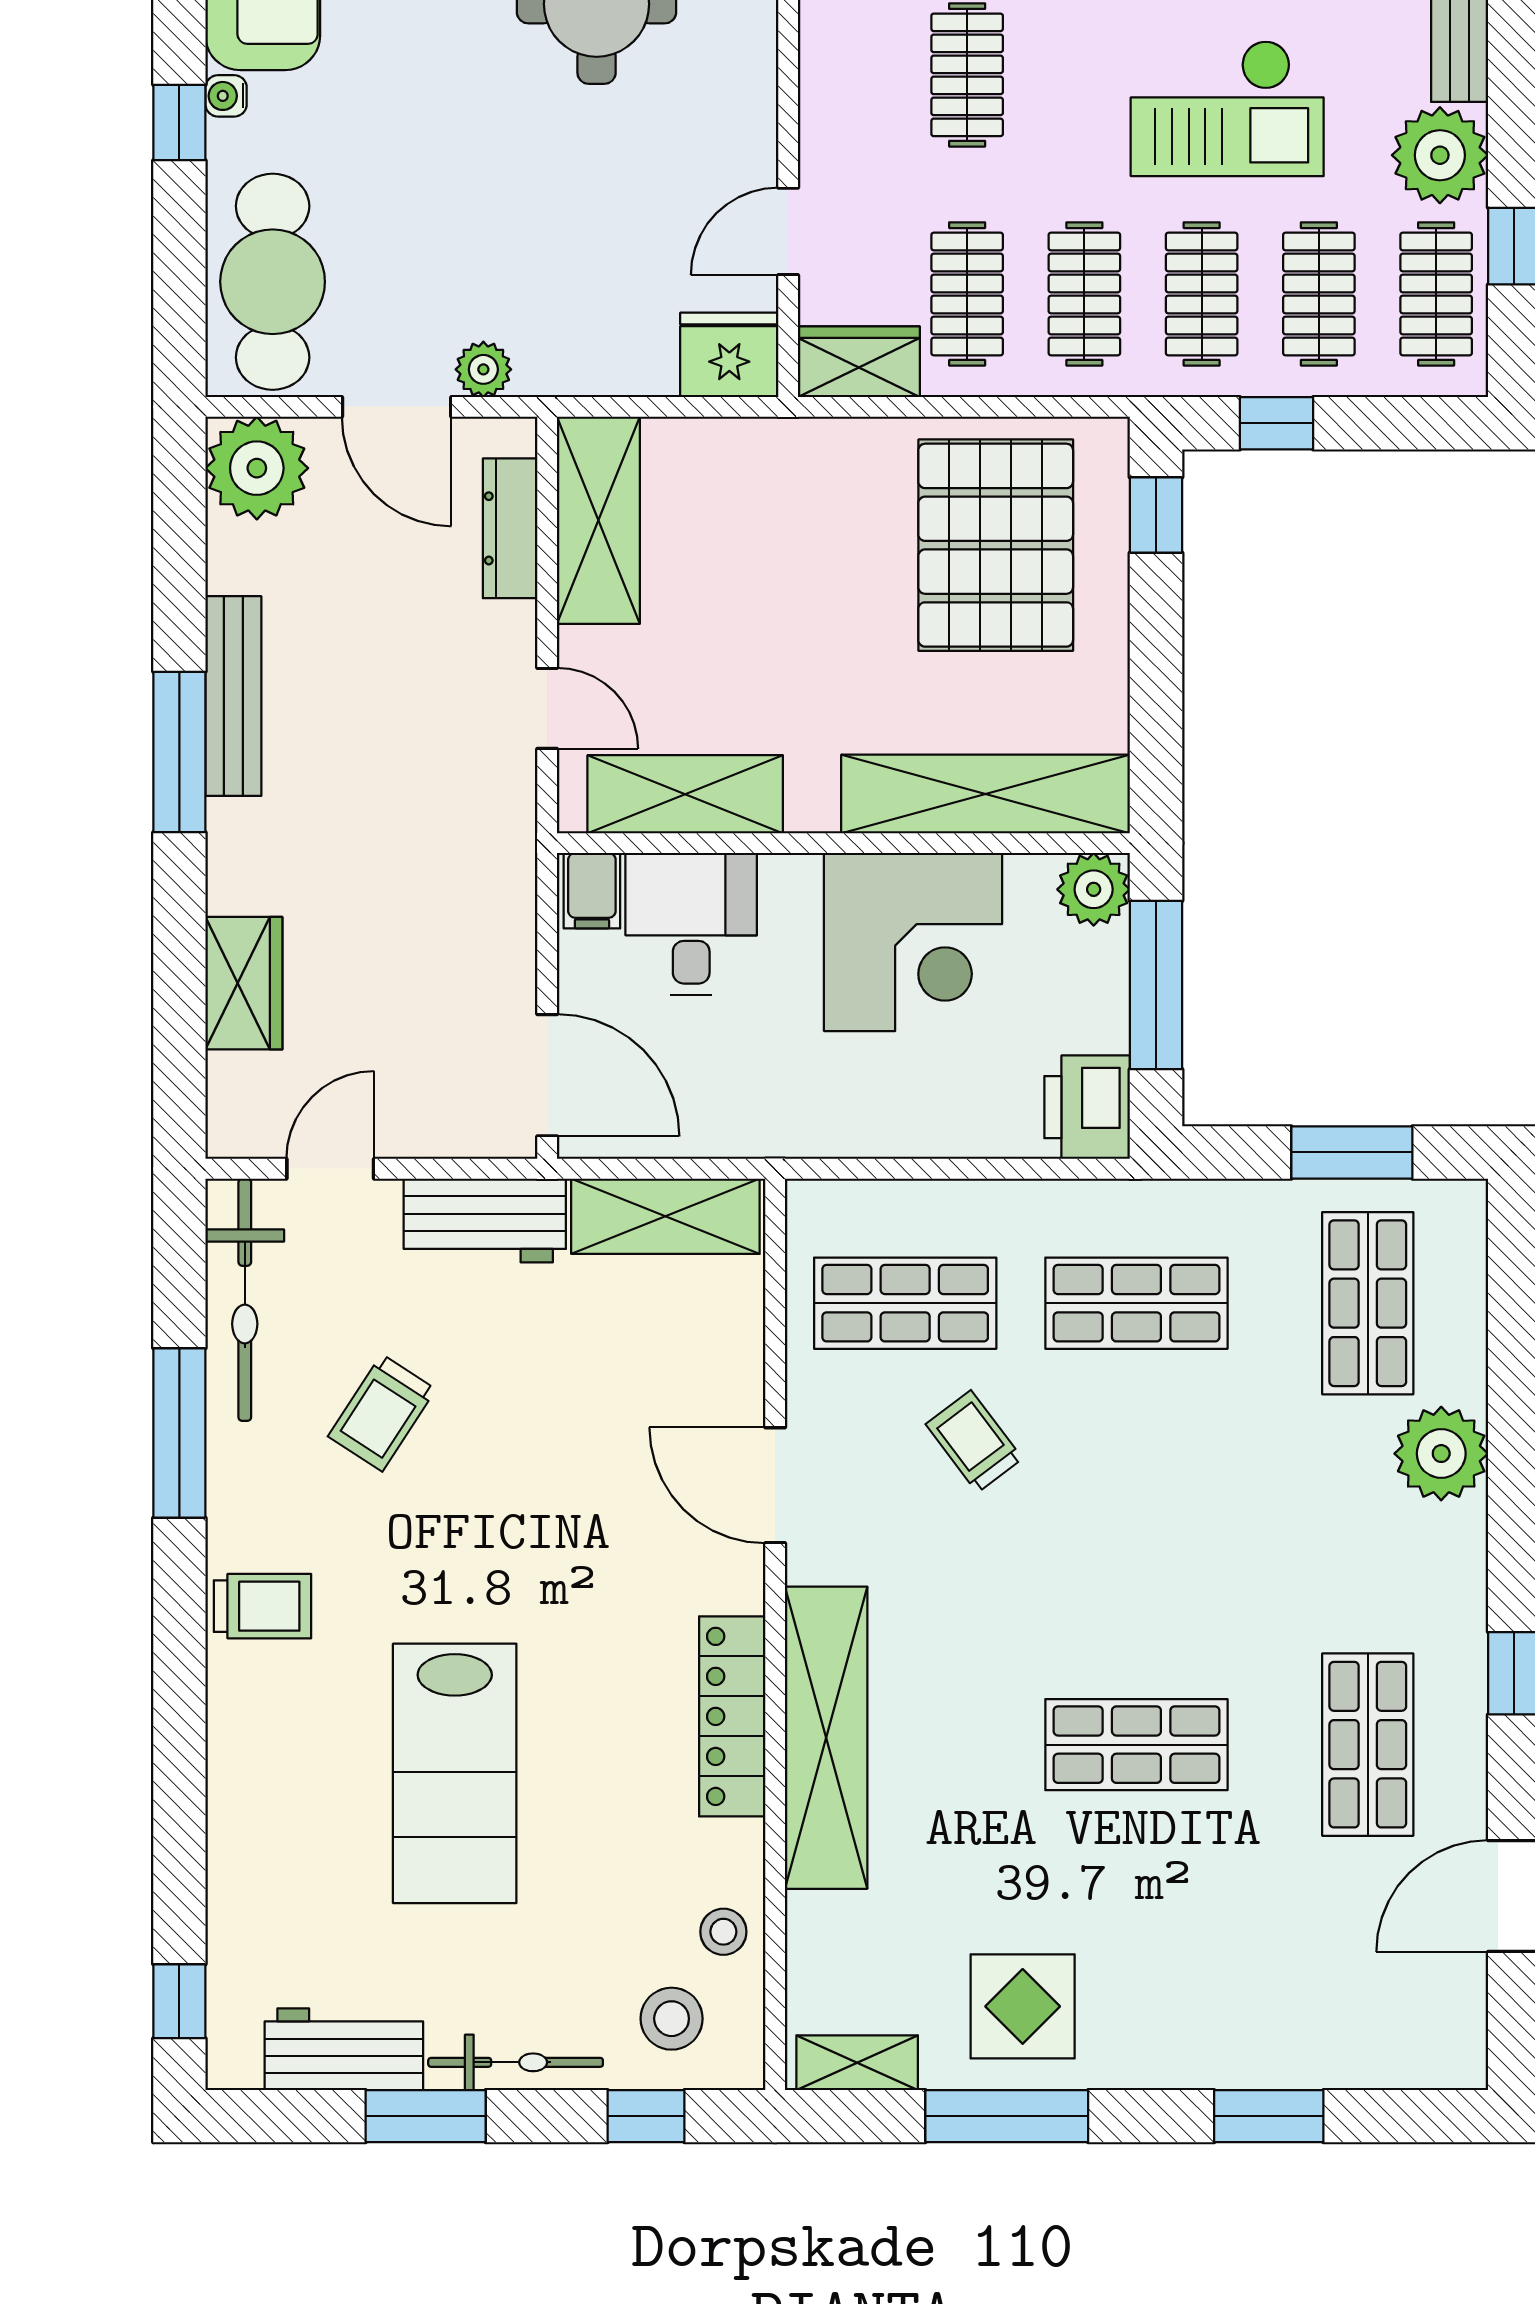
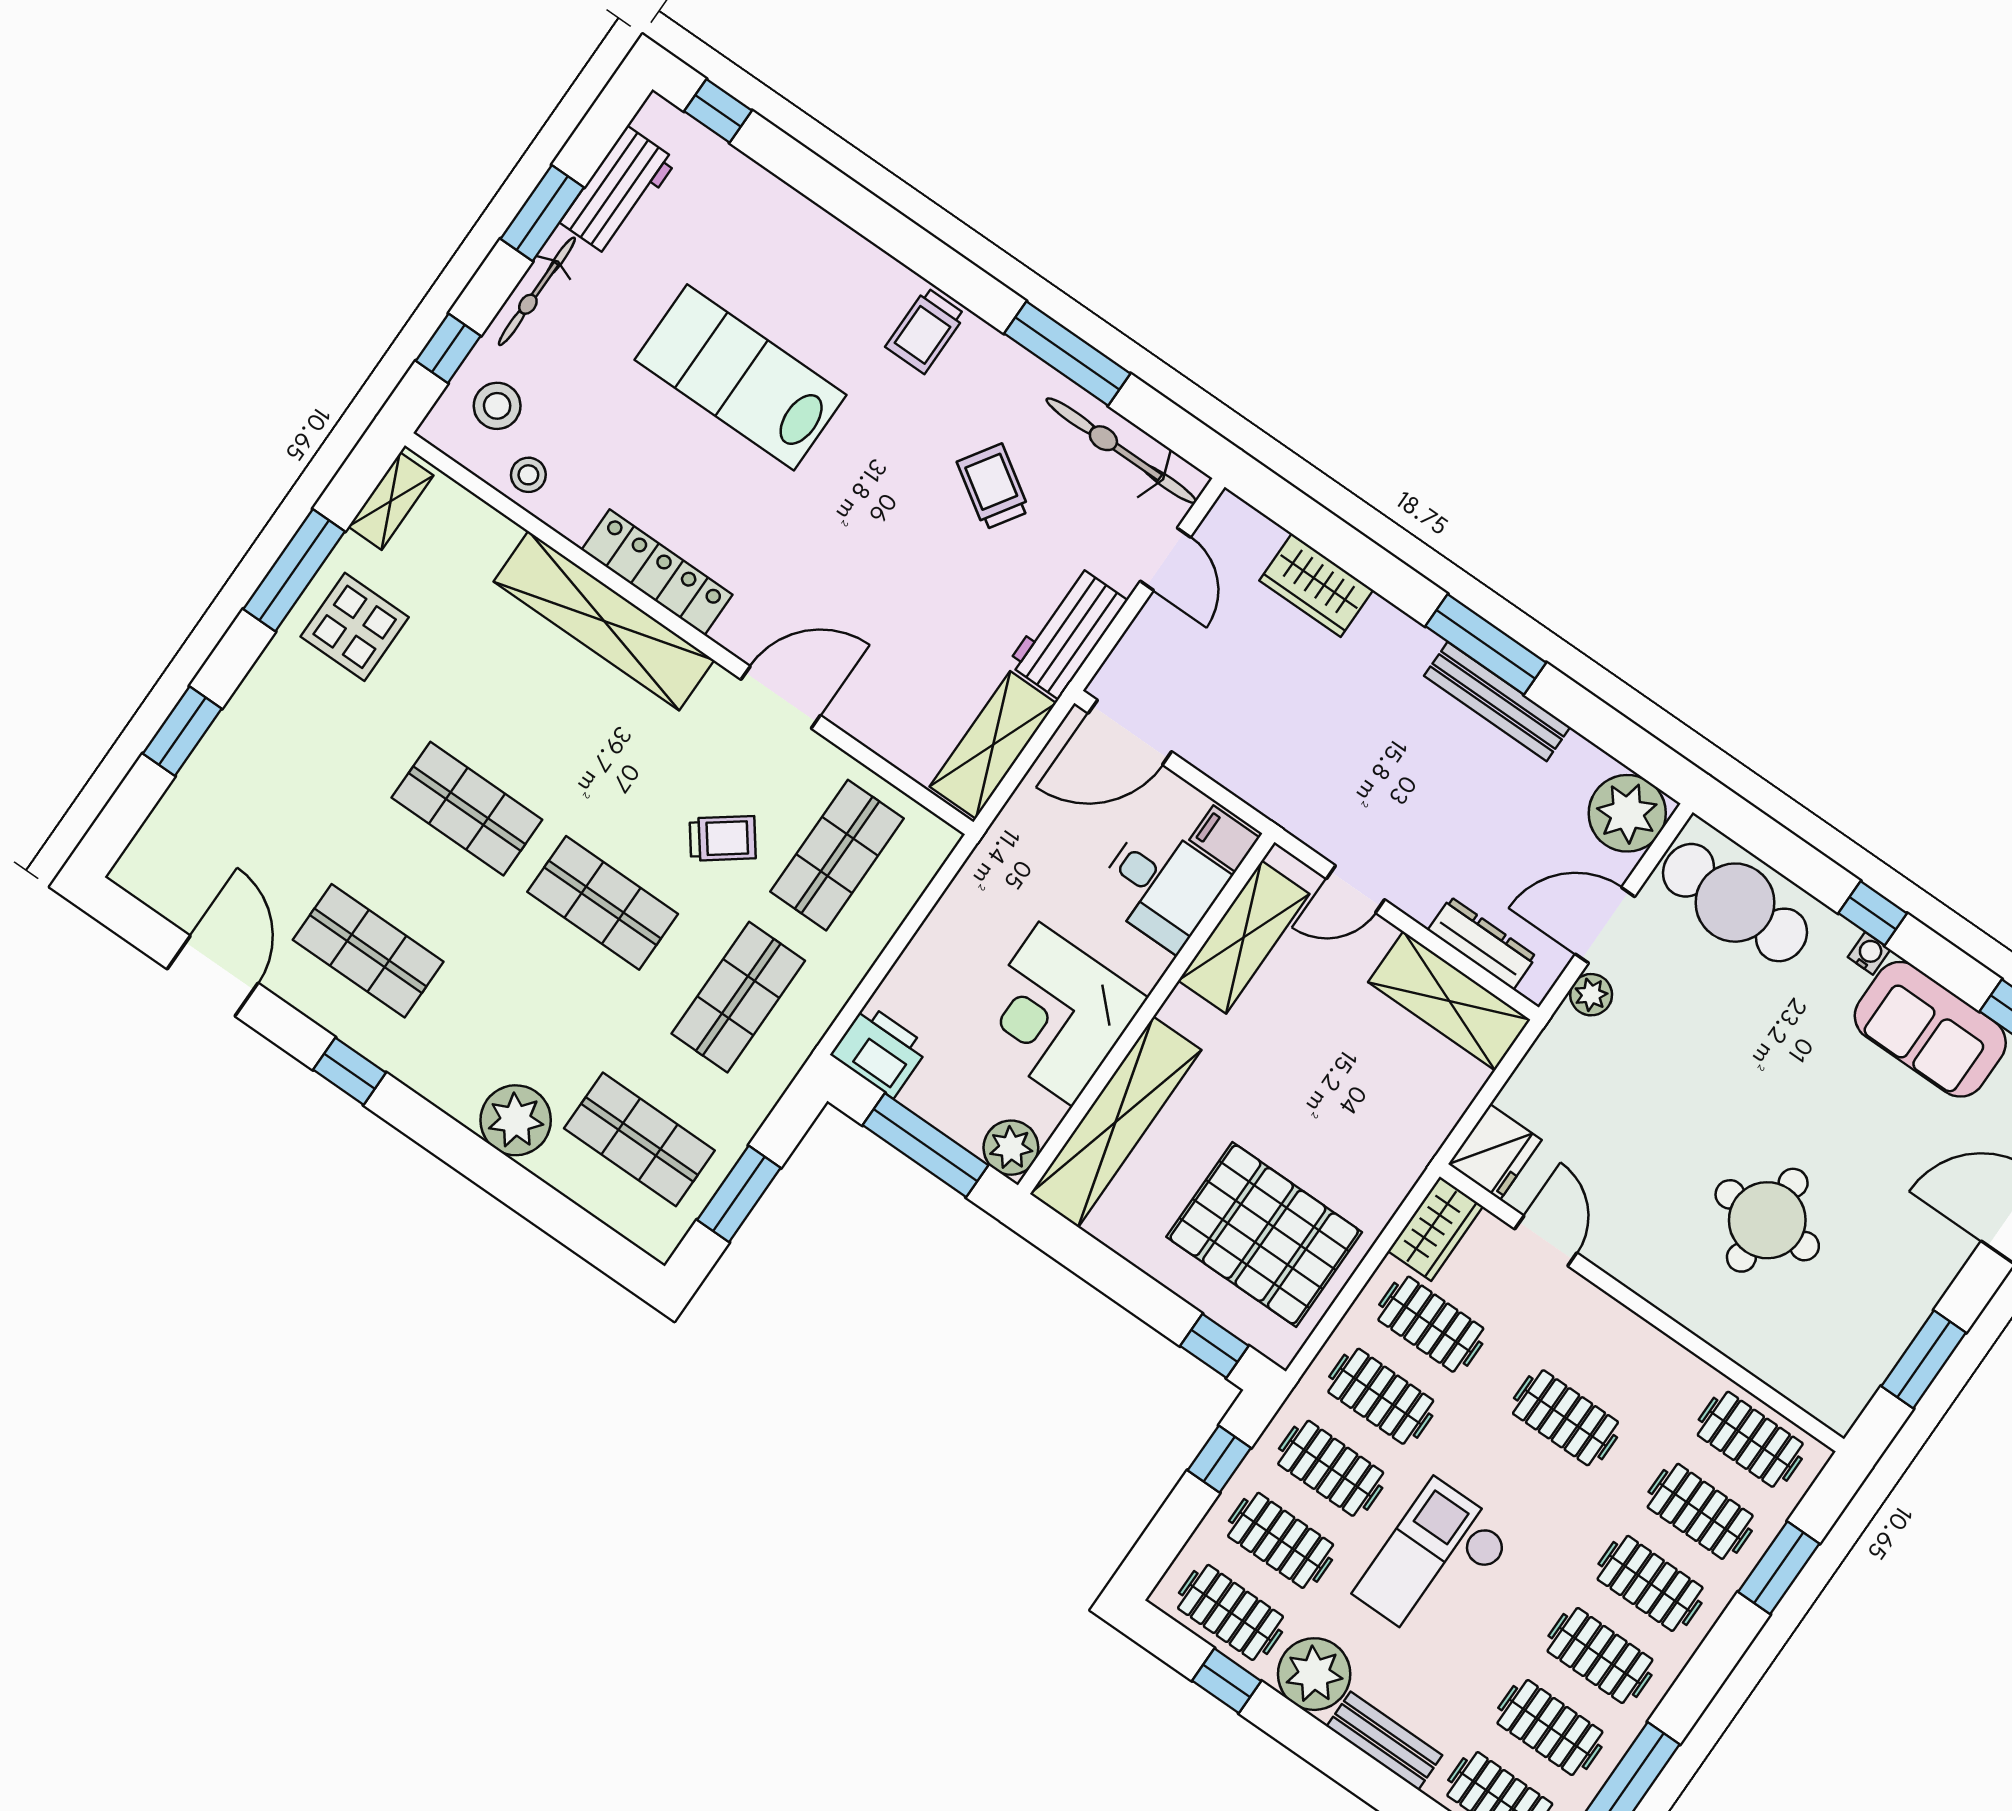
shop shelf: (1136, 1524) -> (603, 903), added
shop shelf: (1136, 1745) -> (467, 809), turned 90

